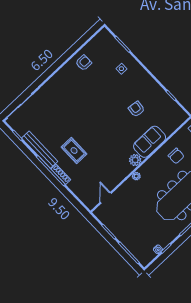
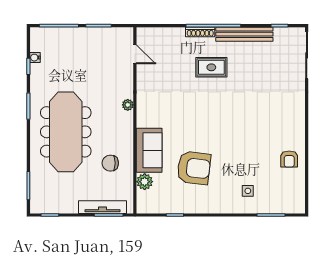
armchair: (136, 109) -> (194, 168), width x1.88, depth x1.88
plant: (135, 160) -> (145, 182), moved

